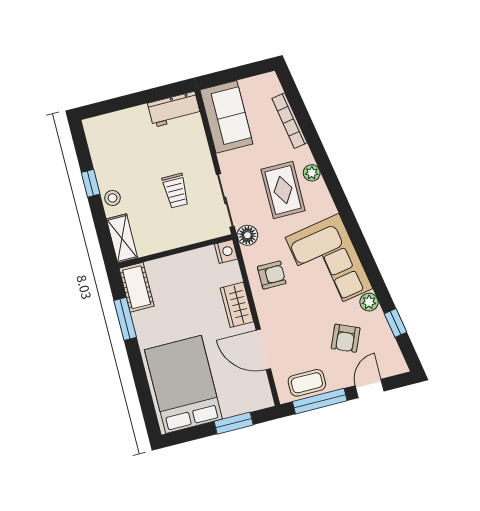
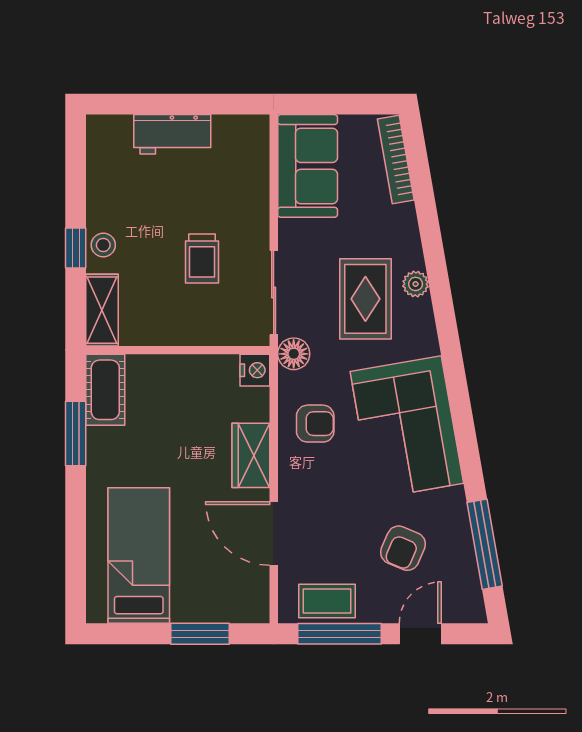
workbench: (174, 109) -> (172, 134), moved
bookcase: (290, 121) -> (396, 160), moved
window: (91, 183) -> (76, 248), moved
plant: (369, 302) -> (453, 502), removed
window: (395, 323) -> (485, 544), width x2.17
bed: (183, 384) -> (139, 556), width x0.67

